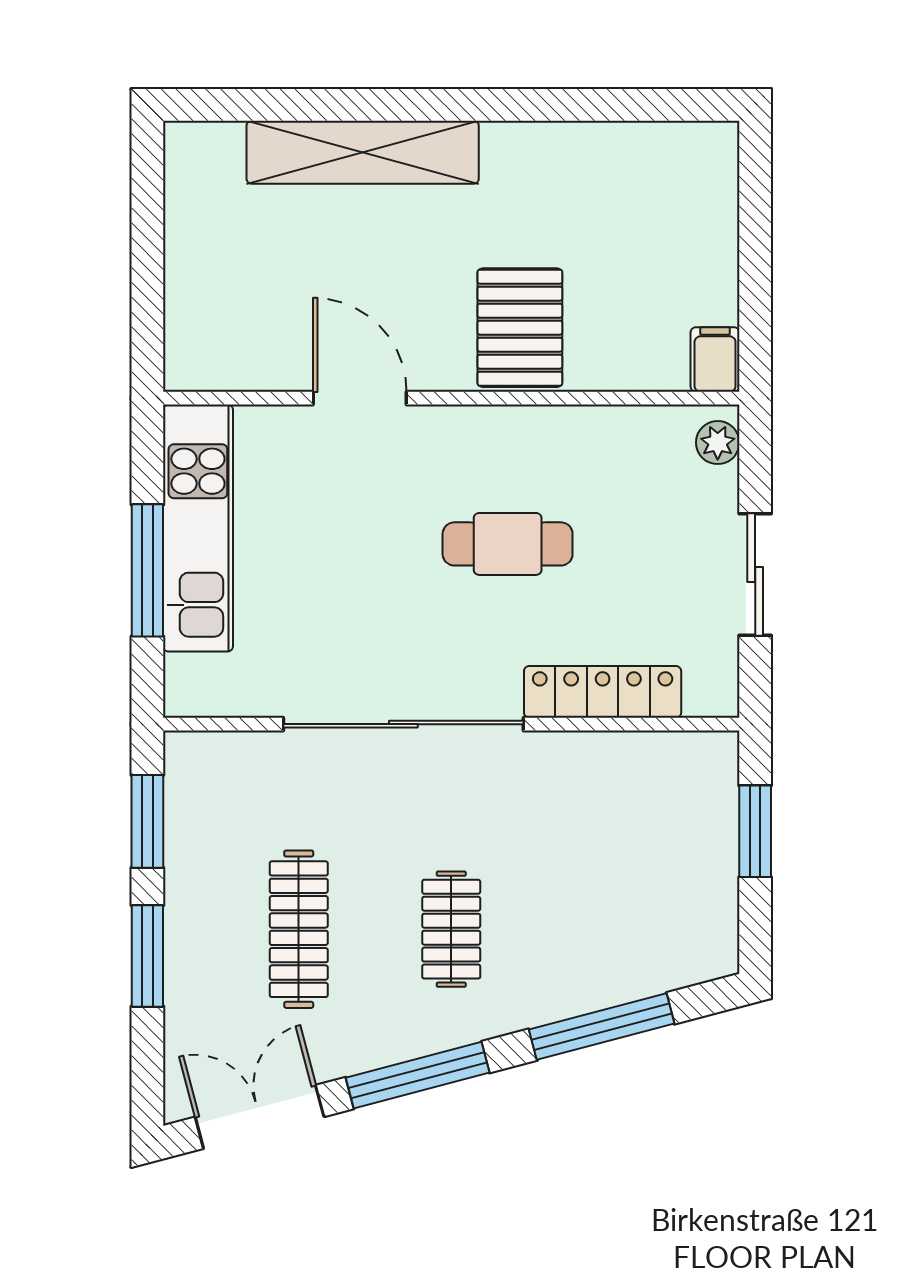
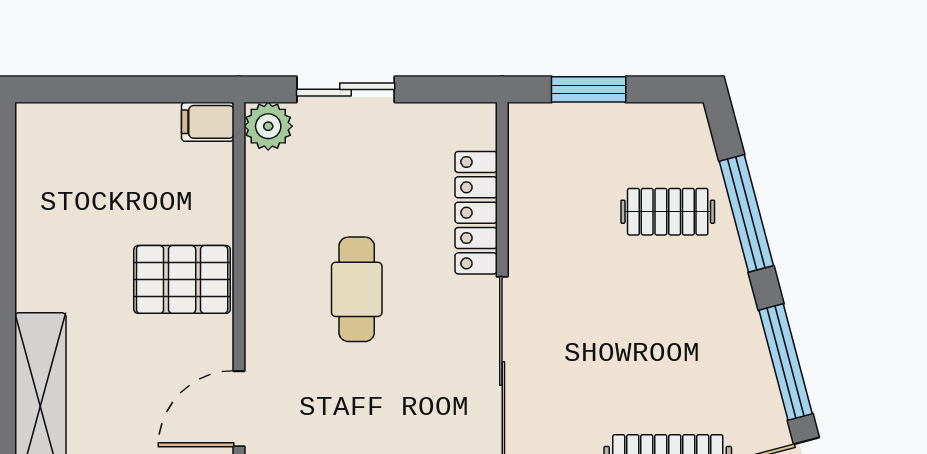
plant: (718, 443) -> (268, 126), width x1.38, depth x1.38
sliding door: (755, 575) -> (346, 89), moved
clothes rail: (451, 929) -> (668, 212), moved

